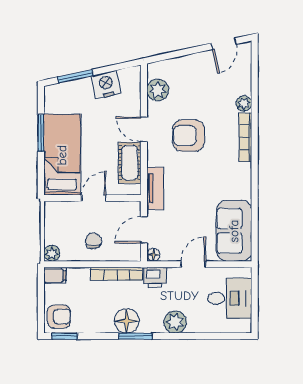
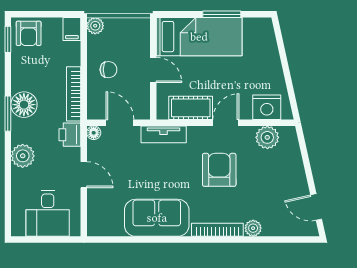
window: (75, 76) -> (282, 51), removed
nightstand: (106, 85) -> (267, 107), moved, turned 102
sofa: (234, 231) -> (157, 218), moved

